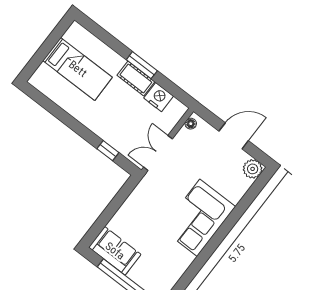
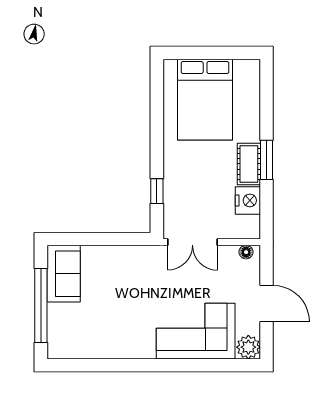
bed: (78, 69) -> (205, 100), width x1.50
double door: (158, 153) -> (192, 242), swing flipped
corner sofa: (199, 218) -> (196, 331), moved

